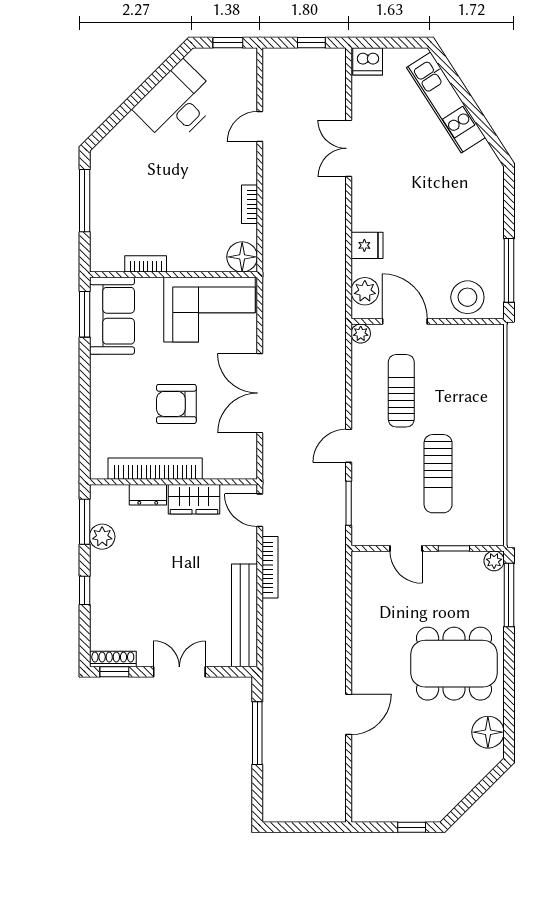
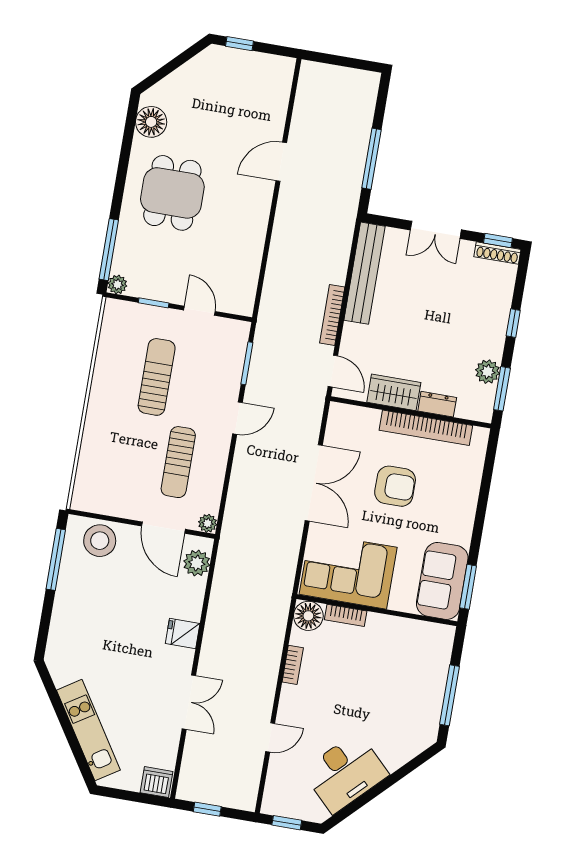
fridge: (367, 245) -> (183, 634), moved
bookcase: (146, 264) -> (346, 615), moved
dining table: (454, 664) -> (172, 193), width x0.73

